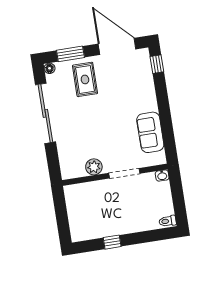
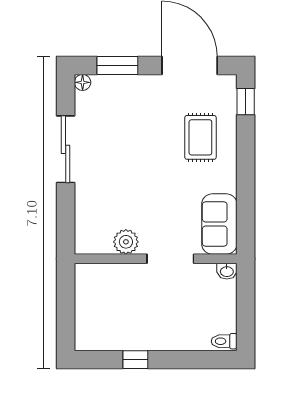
rug: (85, 79) -> (200, 137), moved
sliding door: (45, 113) -> (66, 149), width x0.73
sofa: (150, 132) -> (219, 224), moved

